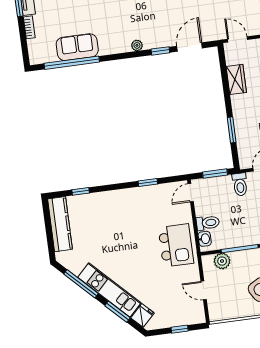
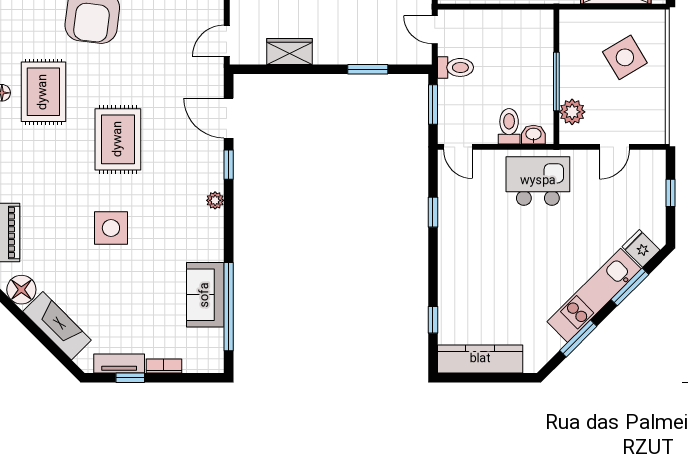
window: (81, 284) -> (578, 338), width x0.69

